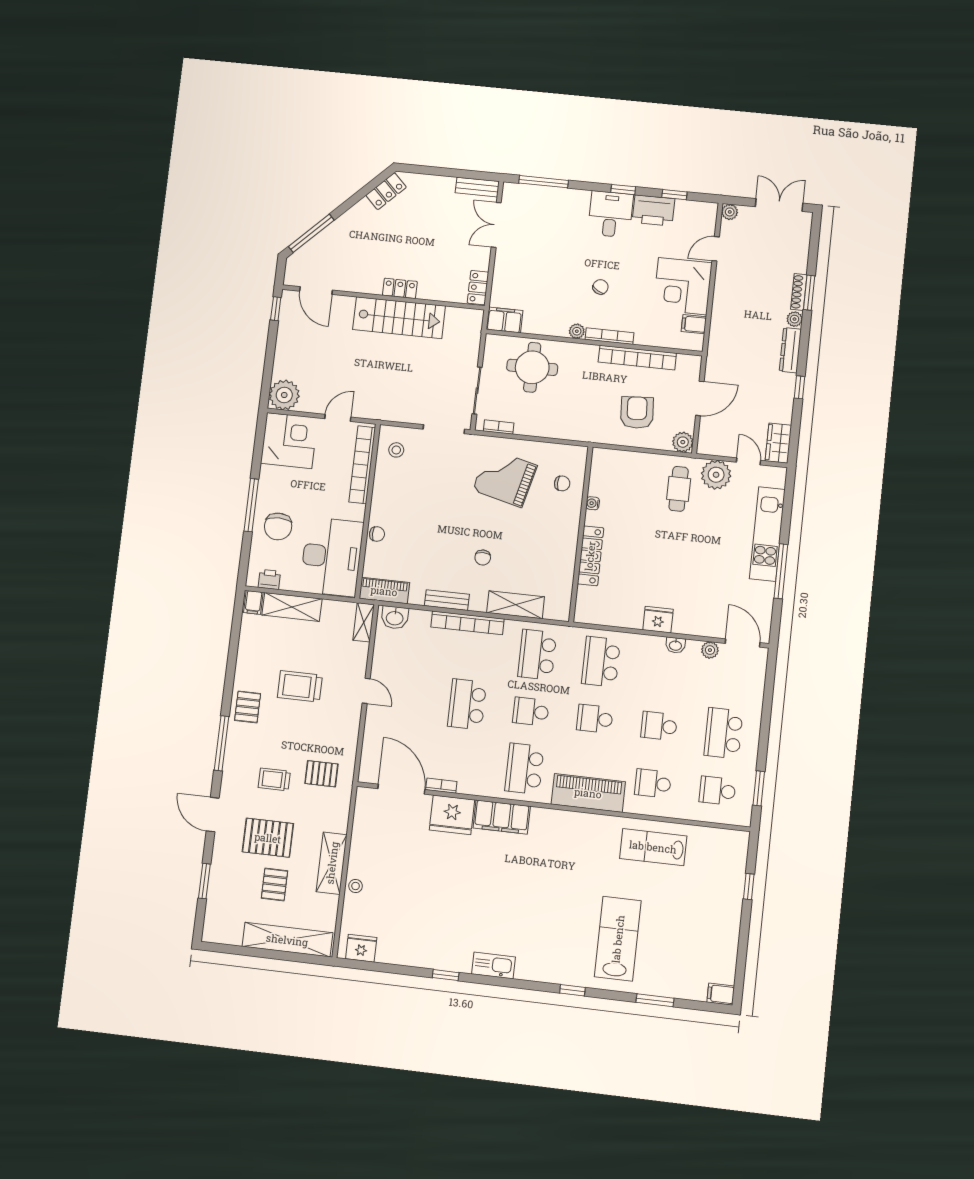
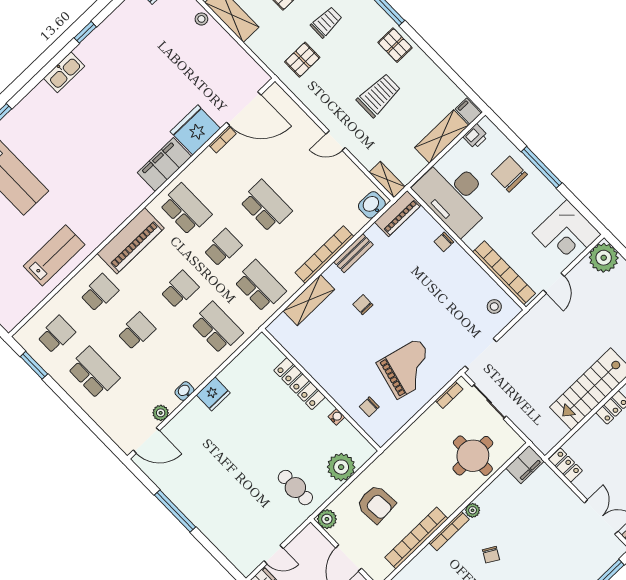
plant: (716, 475) -> (341, 467), moved
kitchen unit: (767, 534) -> (210, 524), removed

